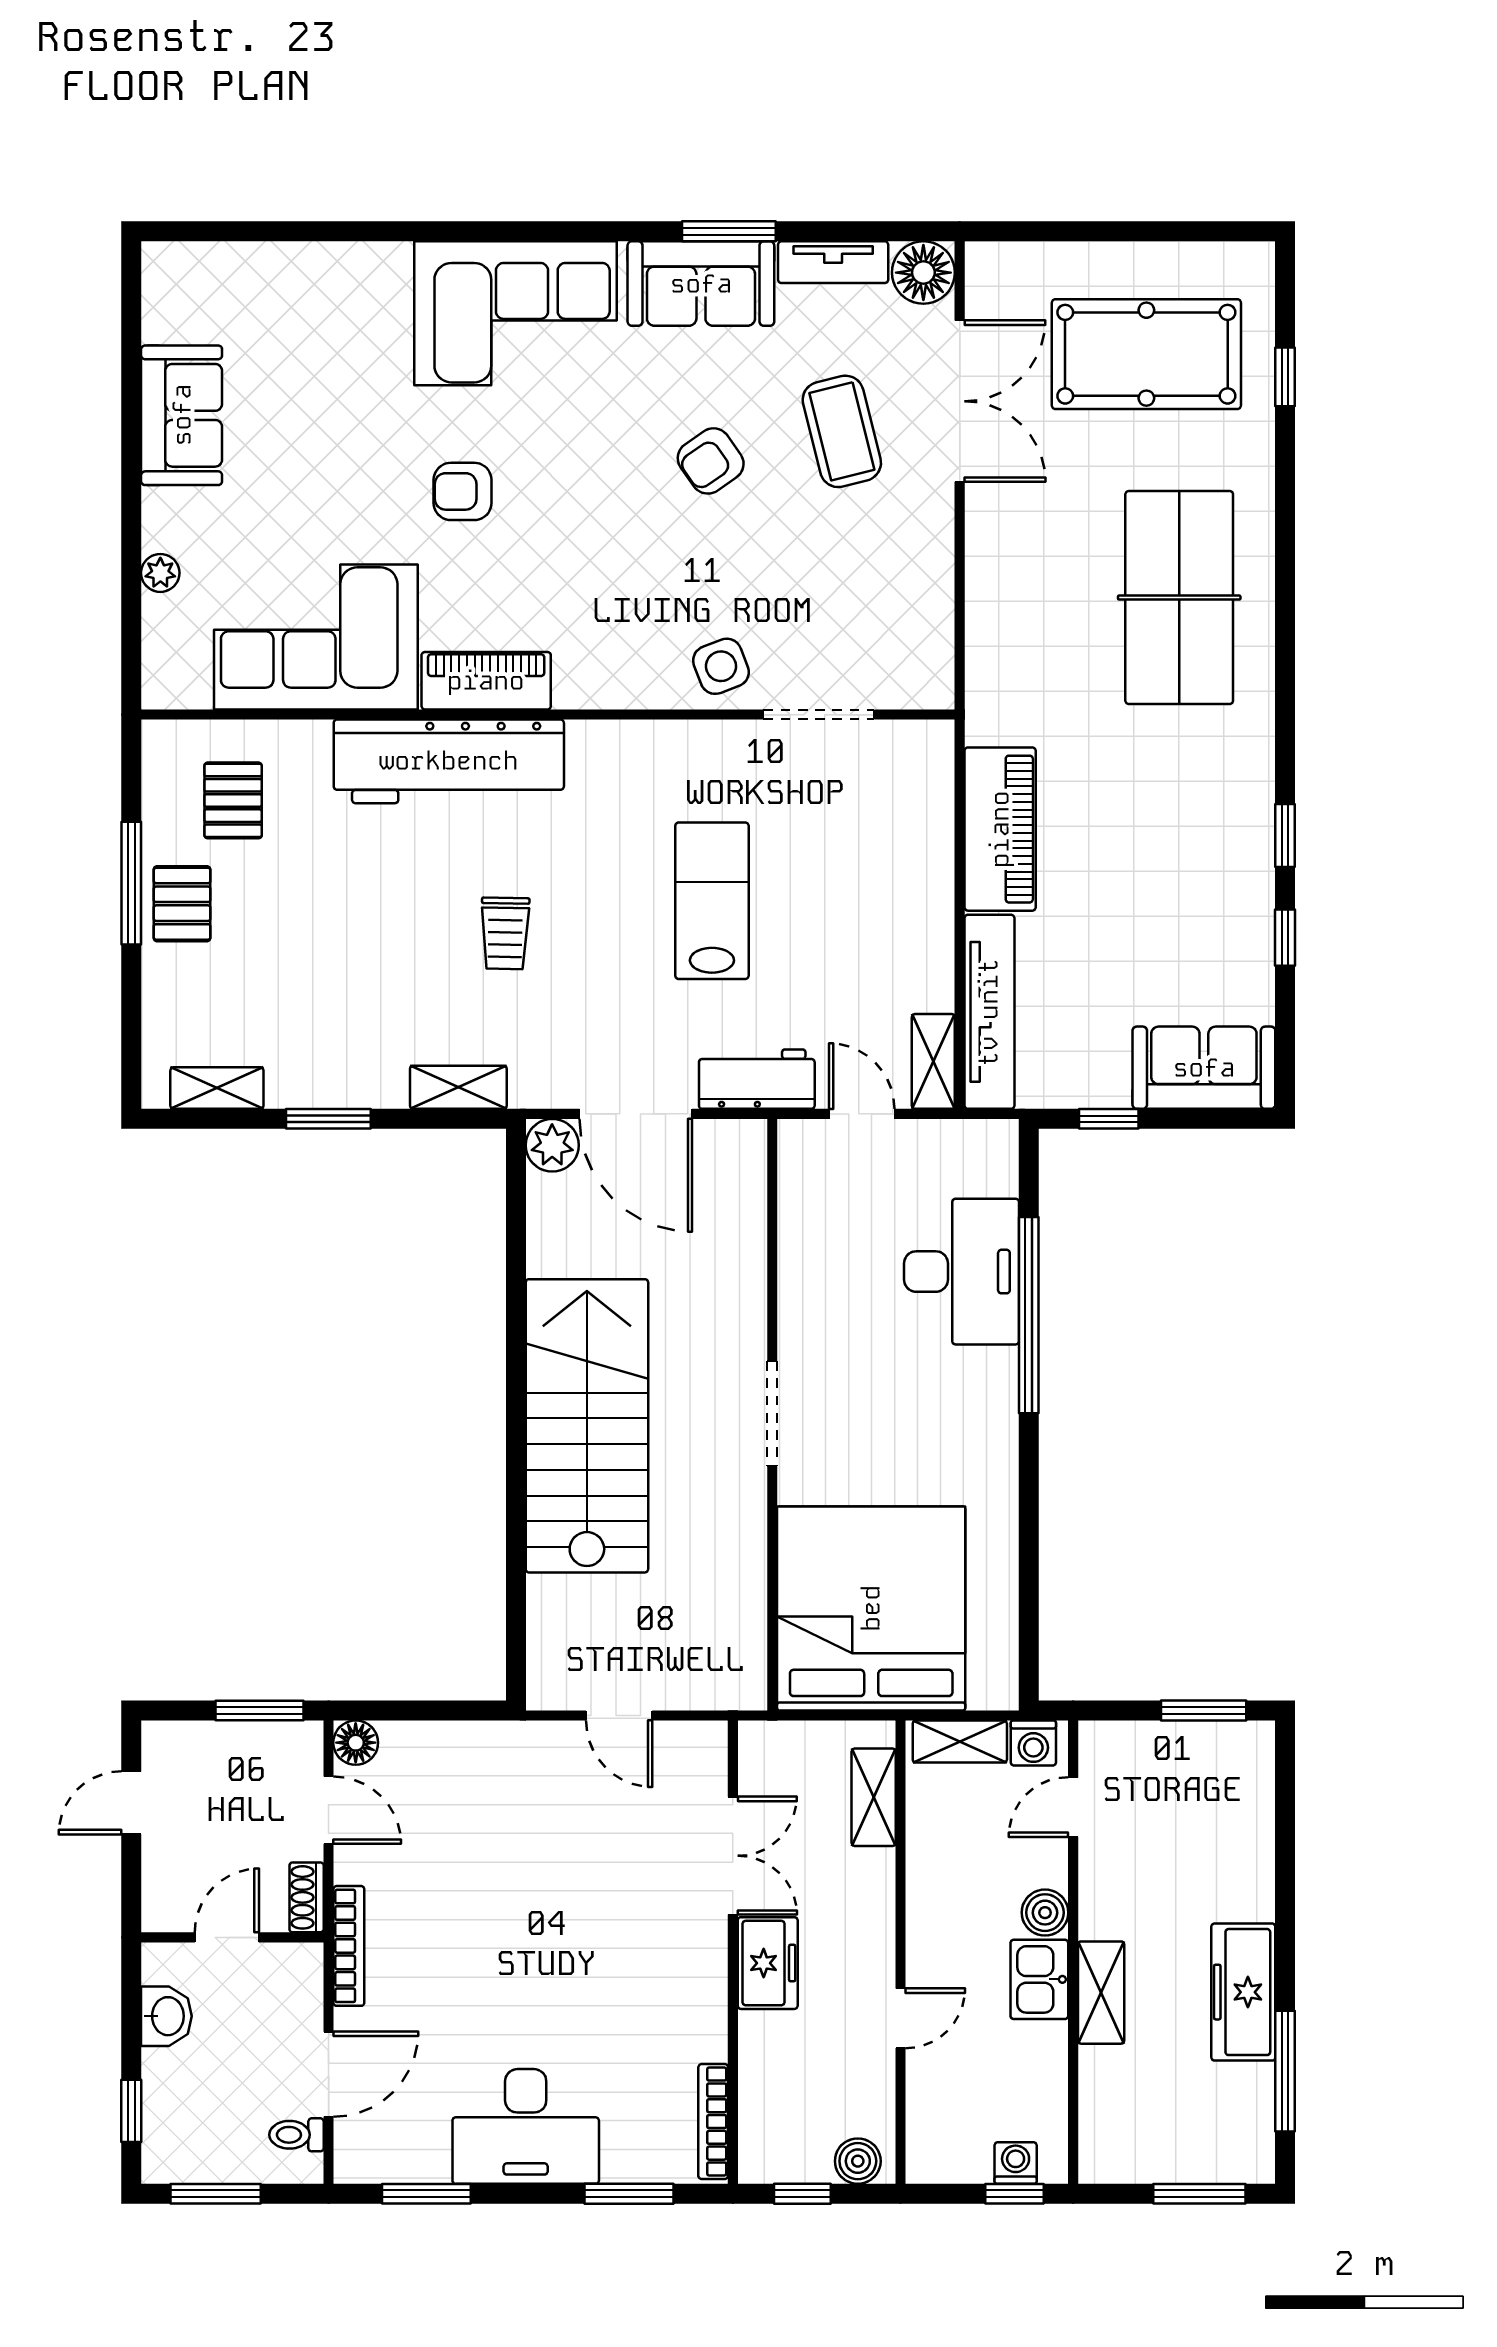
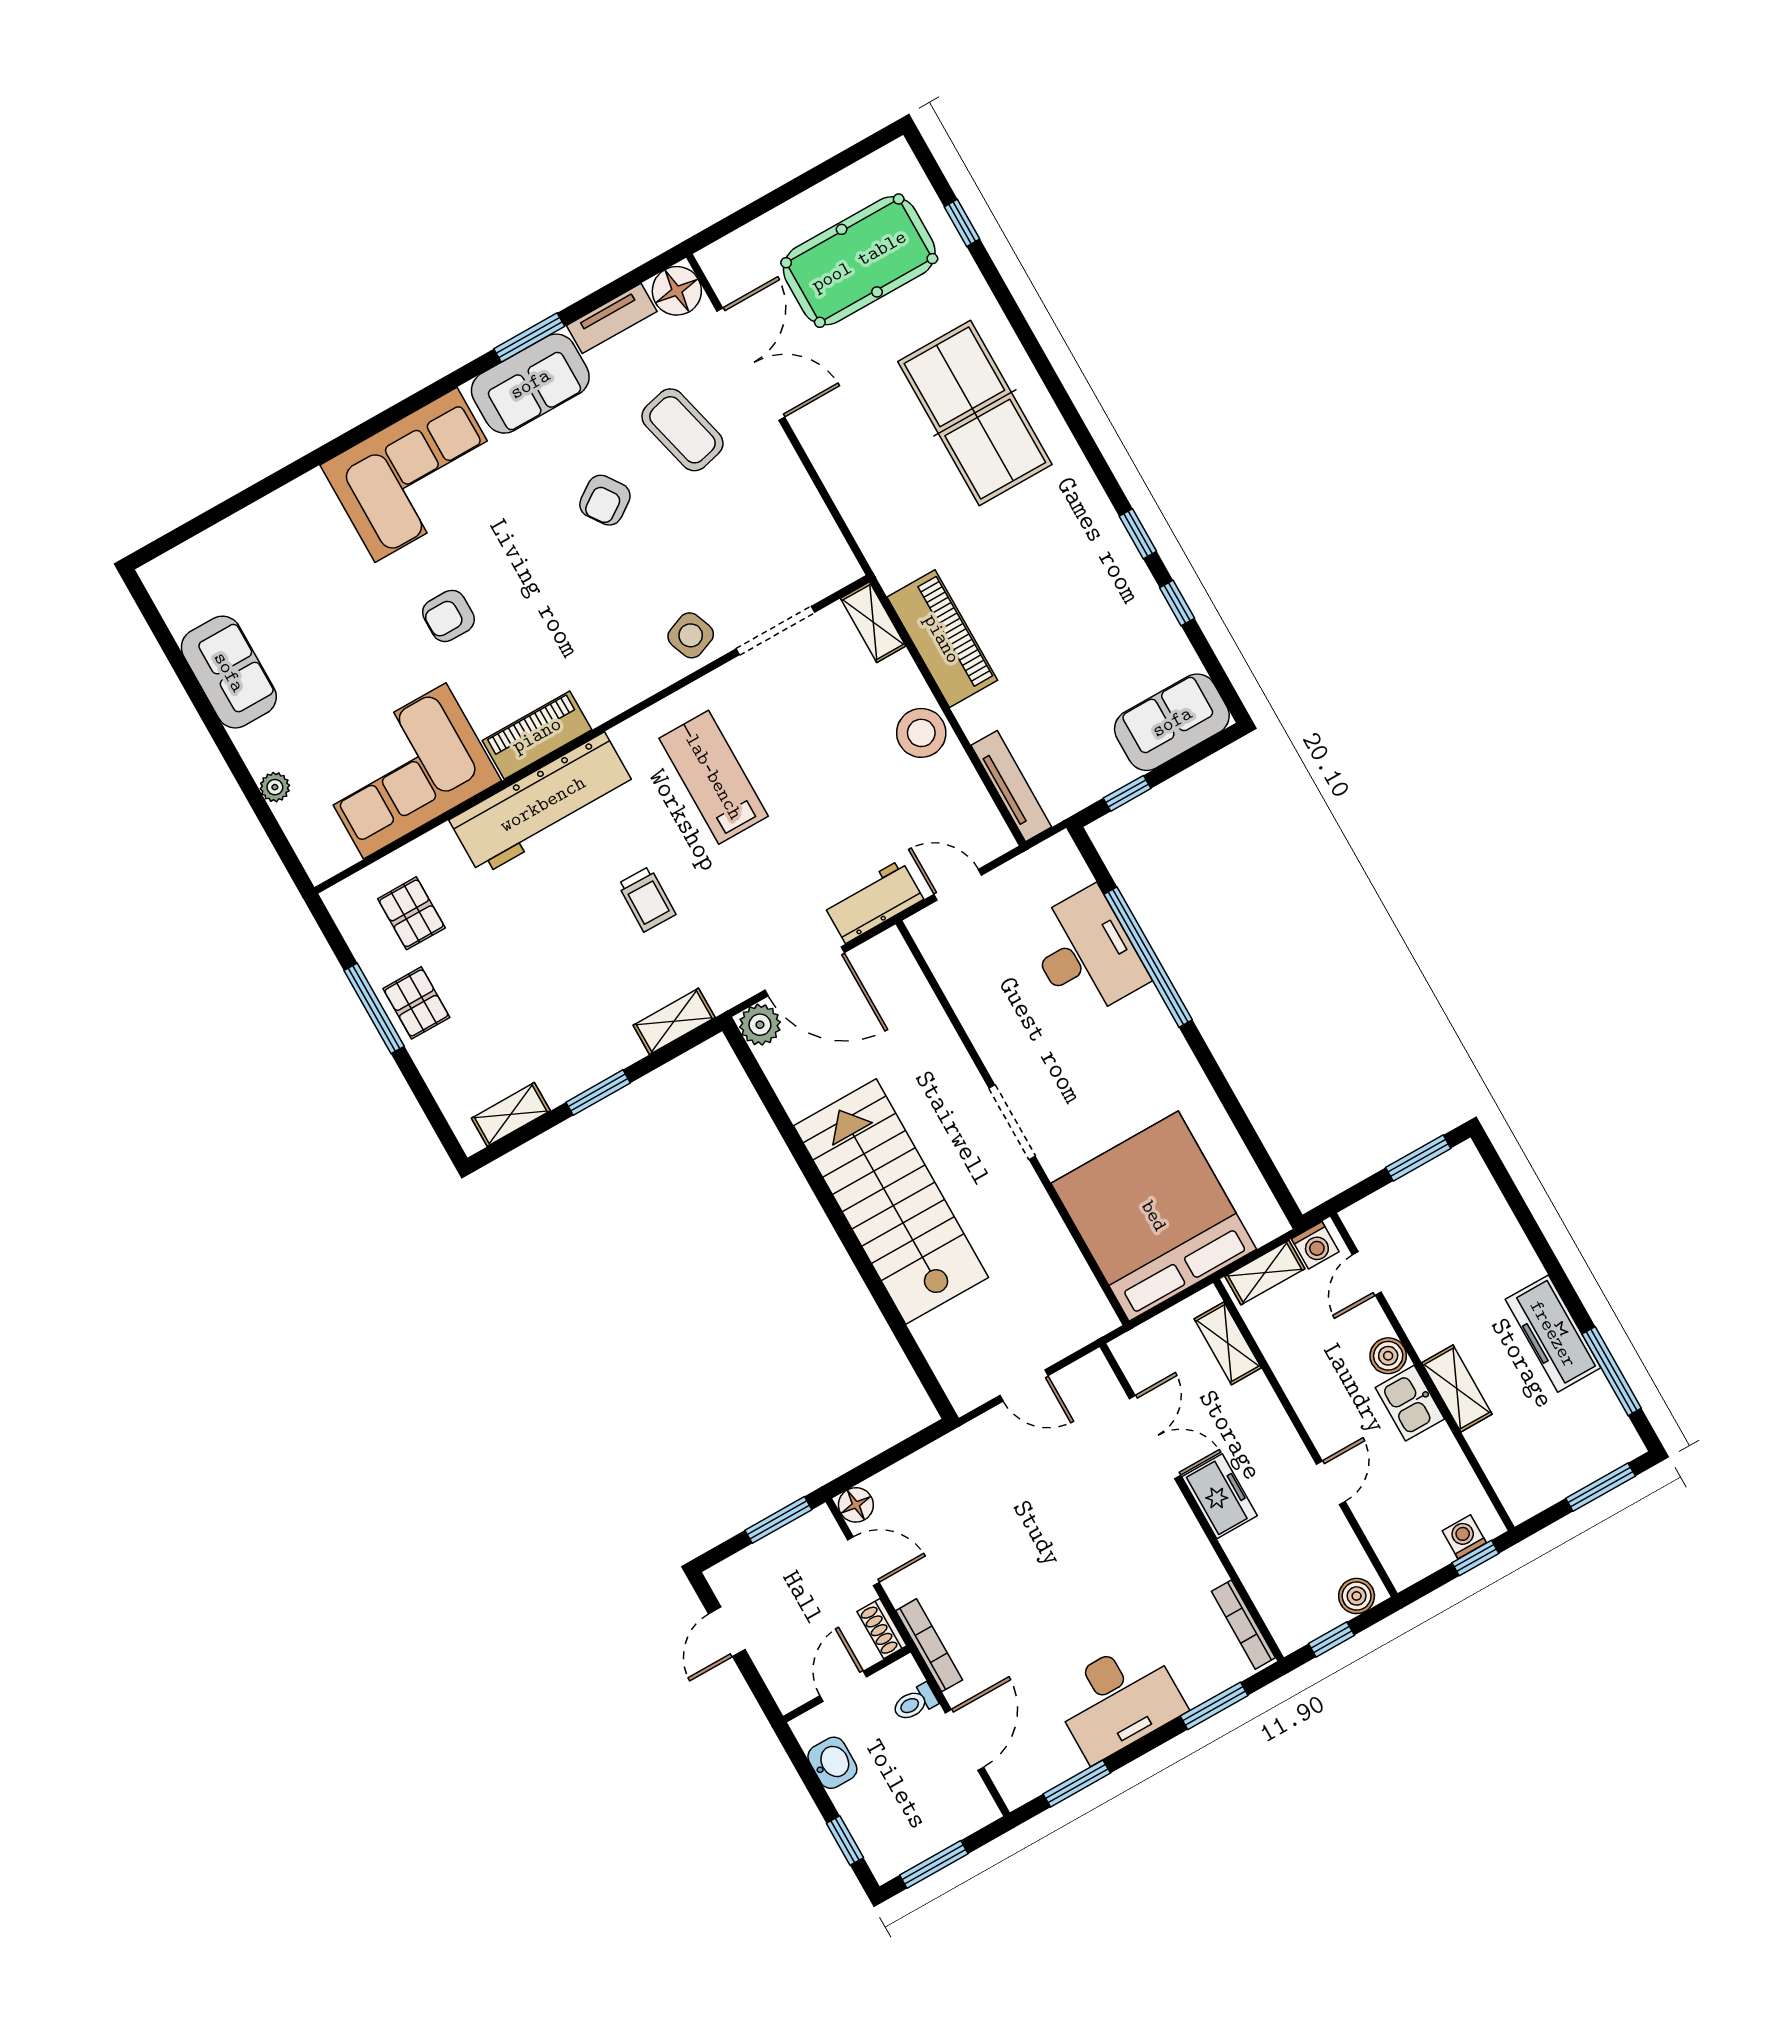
lab bench: (712, 901) -> (714, 777), moved
stool: (917, 921) -> (921, 733), added
tv unit: (989, 1012) -> (1011, 786), width x0.73, depth x0.78
shelving: (933, 1061) -> (873, 622), moved
toilet: (297, 2135) -> (915, 1703), moved

